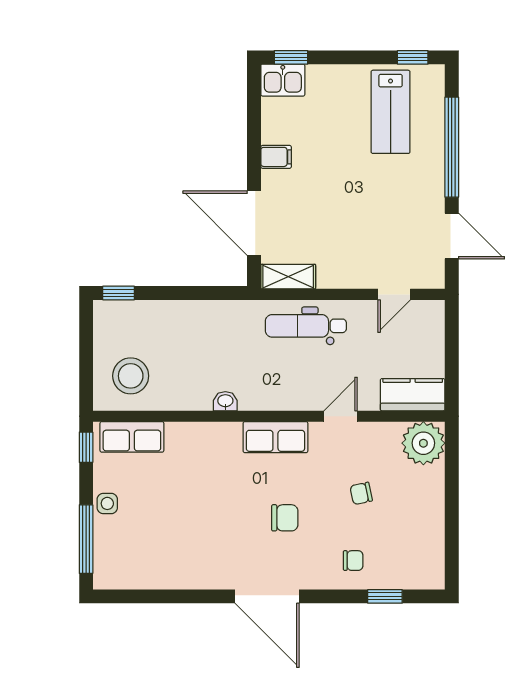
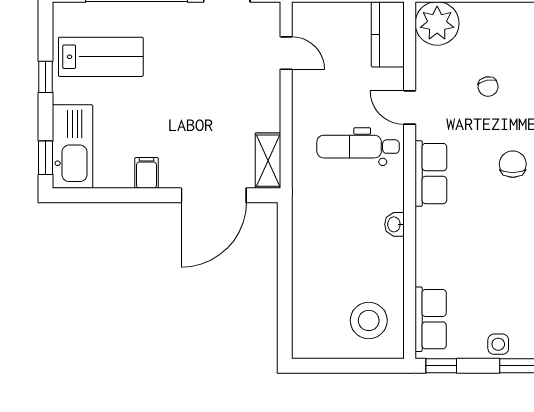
window: (413, 57) -> (46, 77), moved
kitchen sink: (283, 80) -> (73, 147), width x1.88, depth x1.24
window: (119, 293) -> (285, 333), removed
dental chair: (306, 326) -> (358, 147), moved, turned 90

